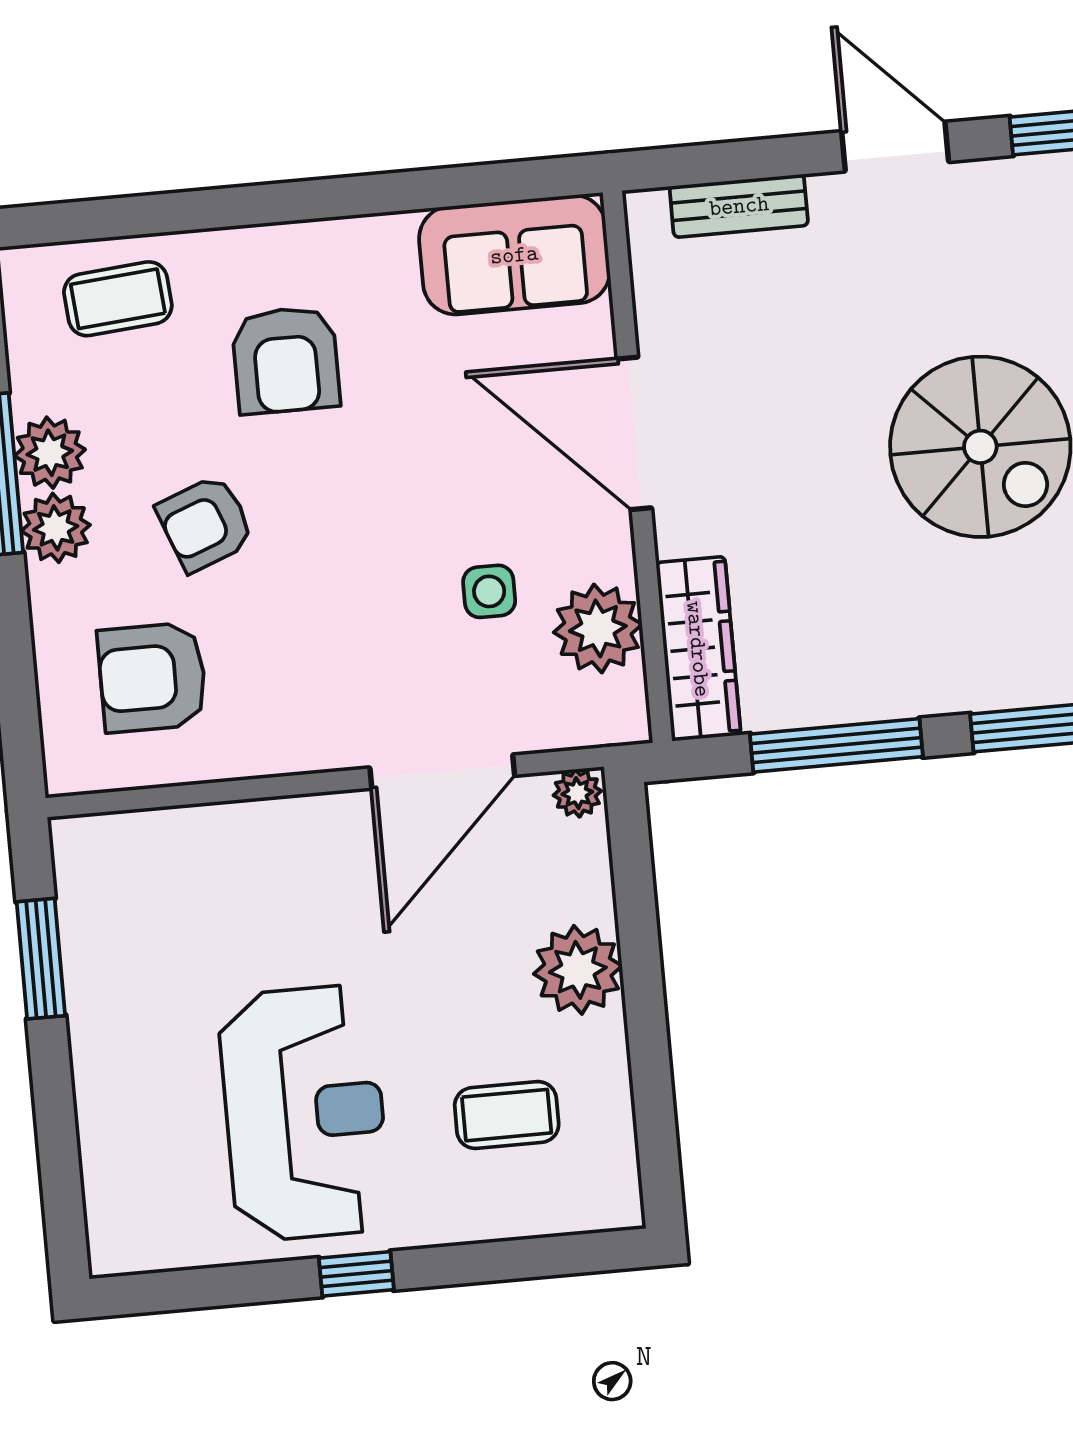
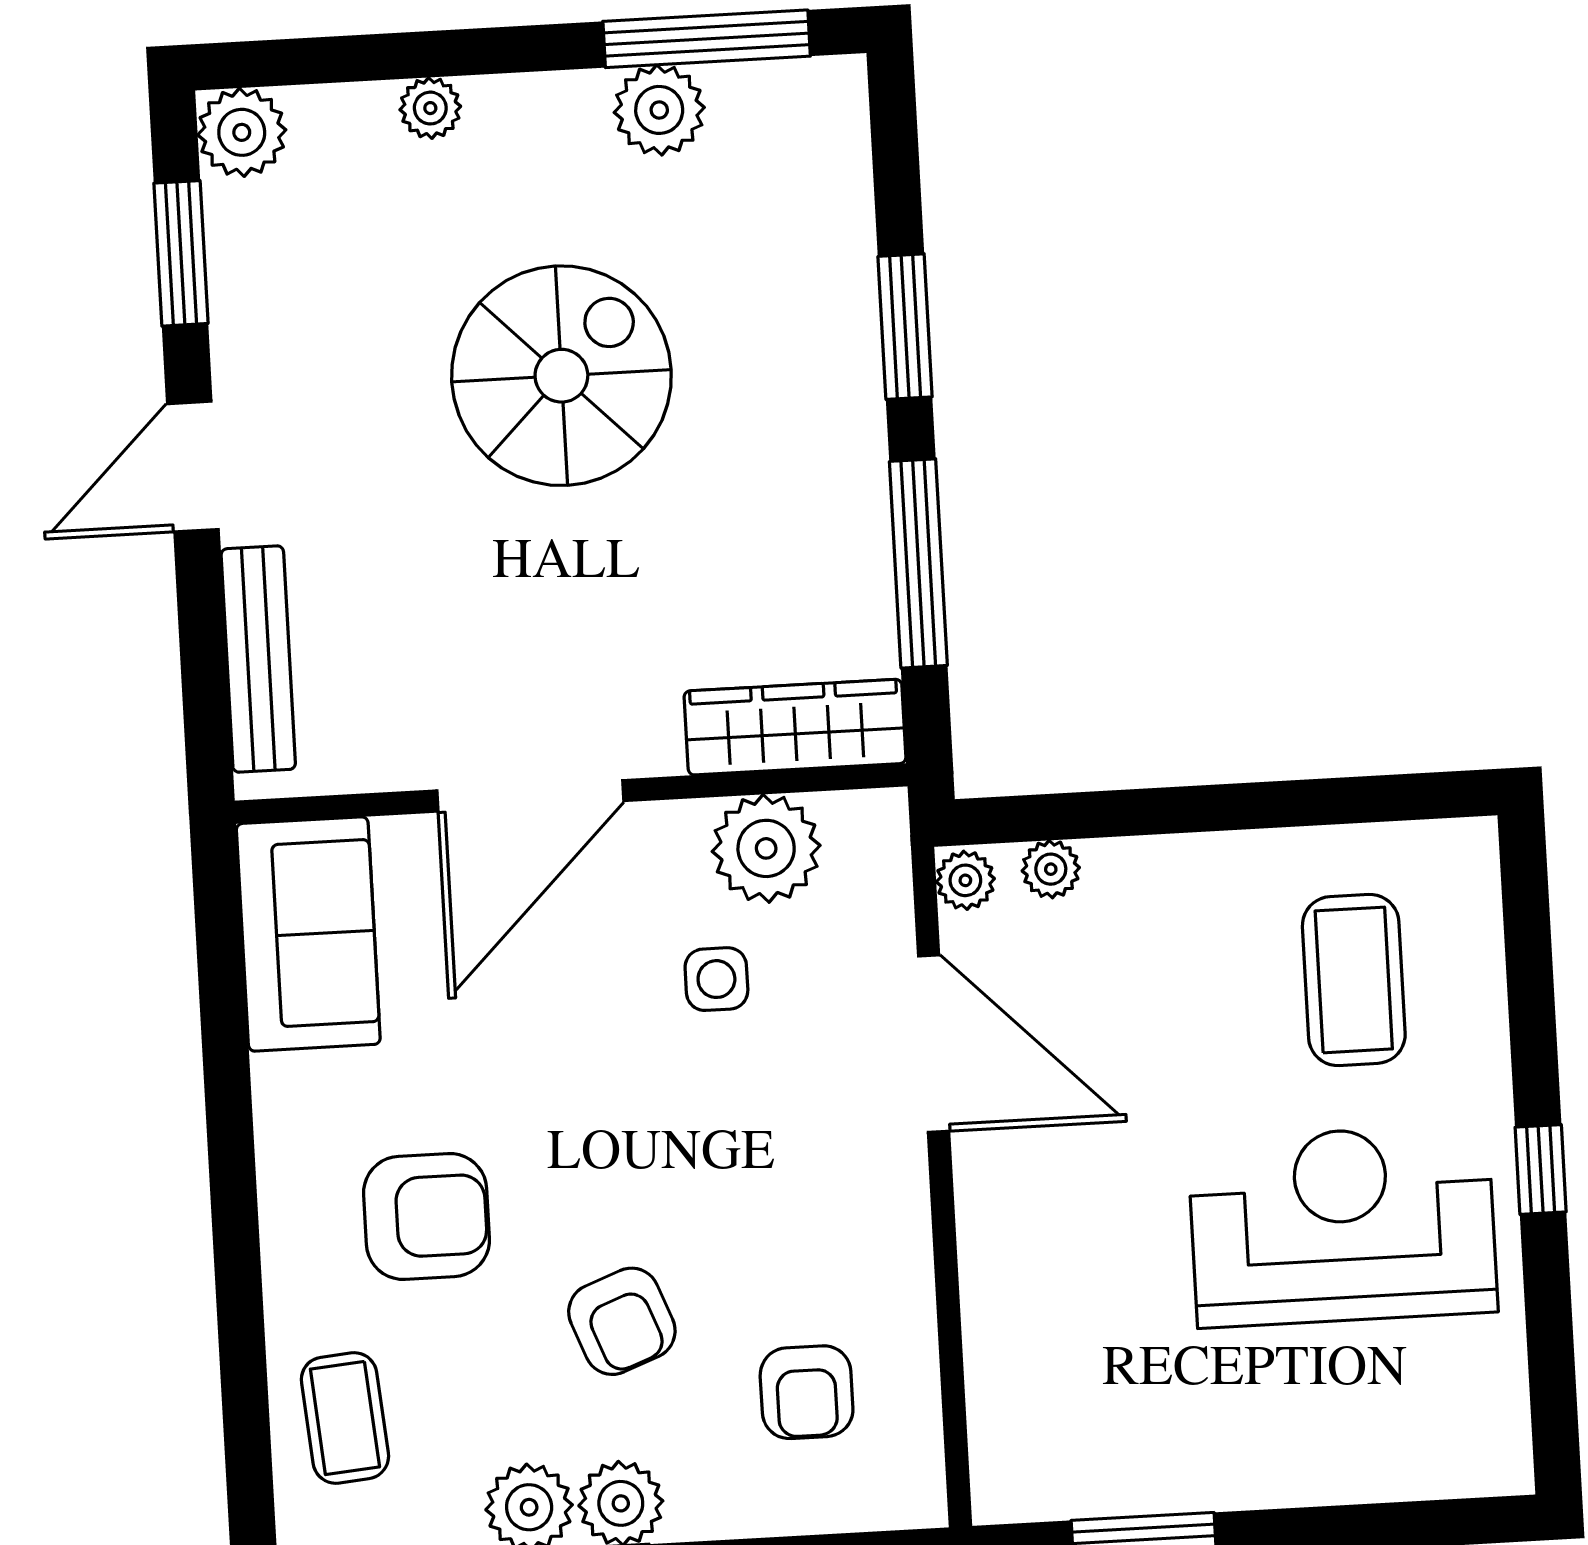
bench: (739, 206) -> (258, 659), width x1.36
armchair: (152, 677) -> (807, 1392), width x0.72, depth x0.72
plant: (578, 970) -> (1051, 869), moved, width x0.53, depth x0.53
coffee table: (507, 1115) -> (1354, 980), width x1.36, depth x1.30

